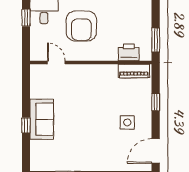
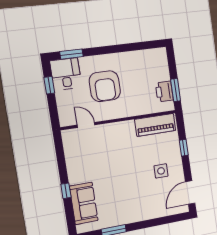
printer: (129, 52) -> (164, 91), moved, turned -90
piano: (134, 71) -> (155, 125), width x1.37, depth x1.33
sofa: (42, 119) -> (84, 203), moved

